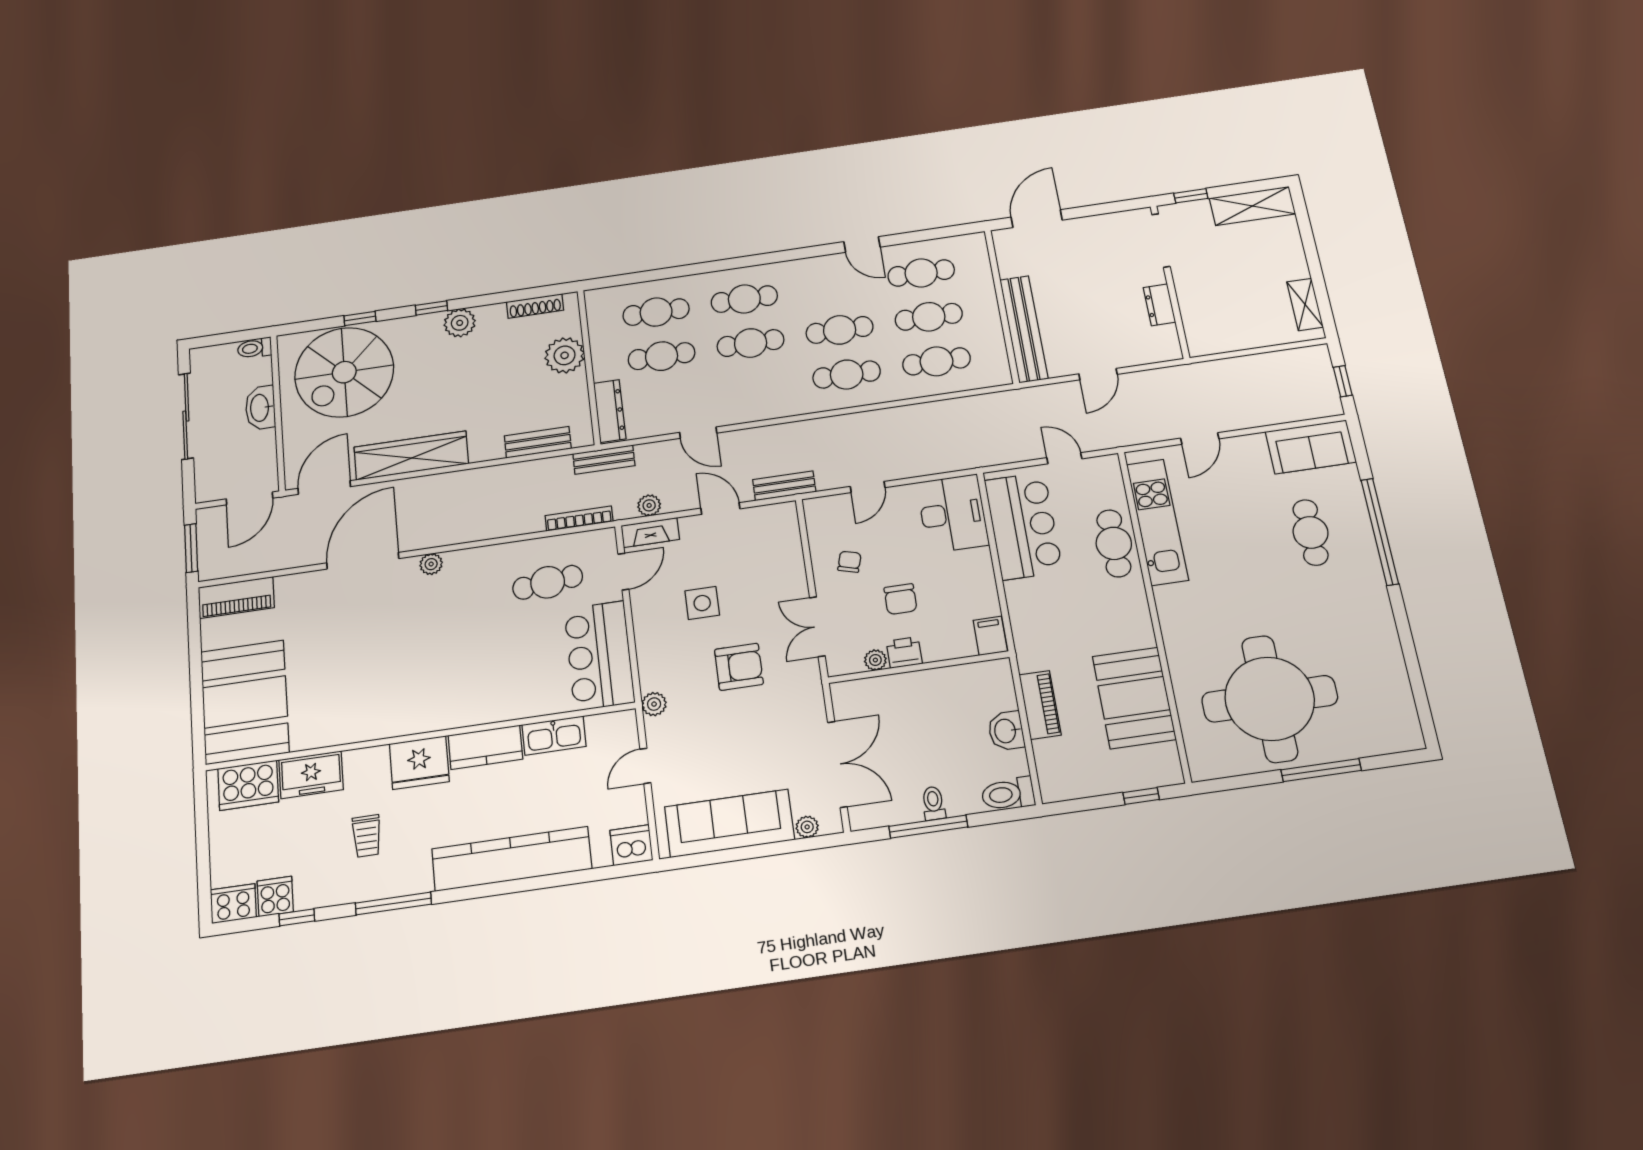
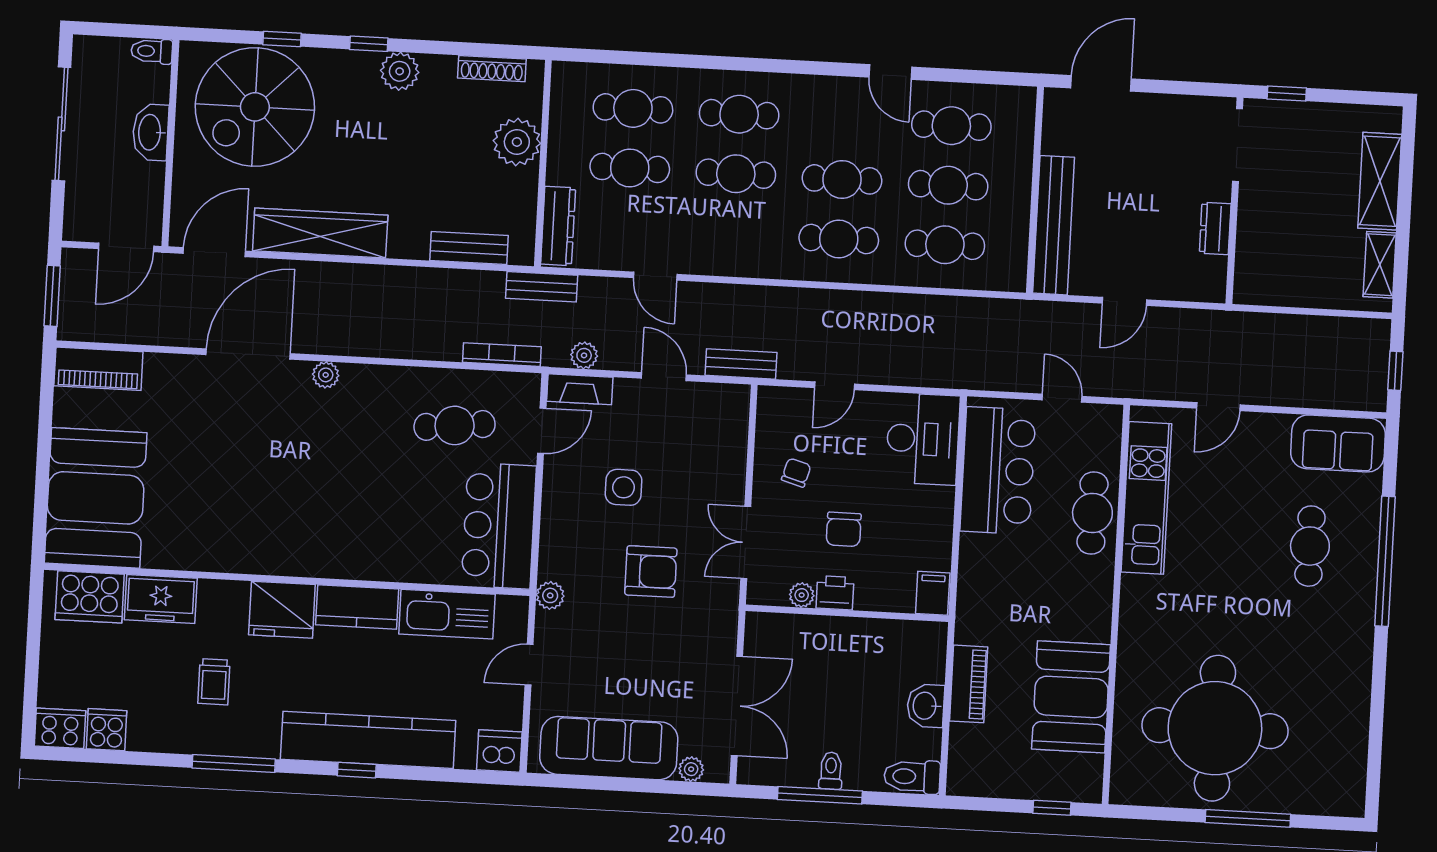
shelving: (1252, 206) -> (1380, 181), moved, turned 90
kitchen sink: (554, 736) -> (447, 614), width x1.36, depth x1.24
window: (297, 917) -> (357, 770), moved

